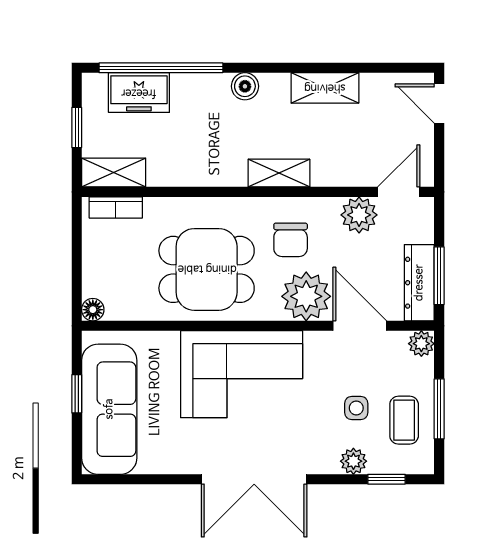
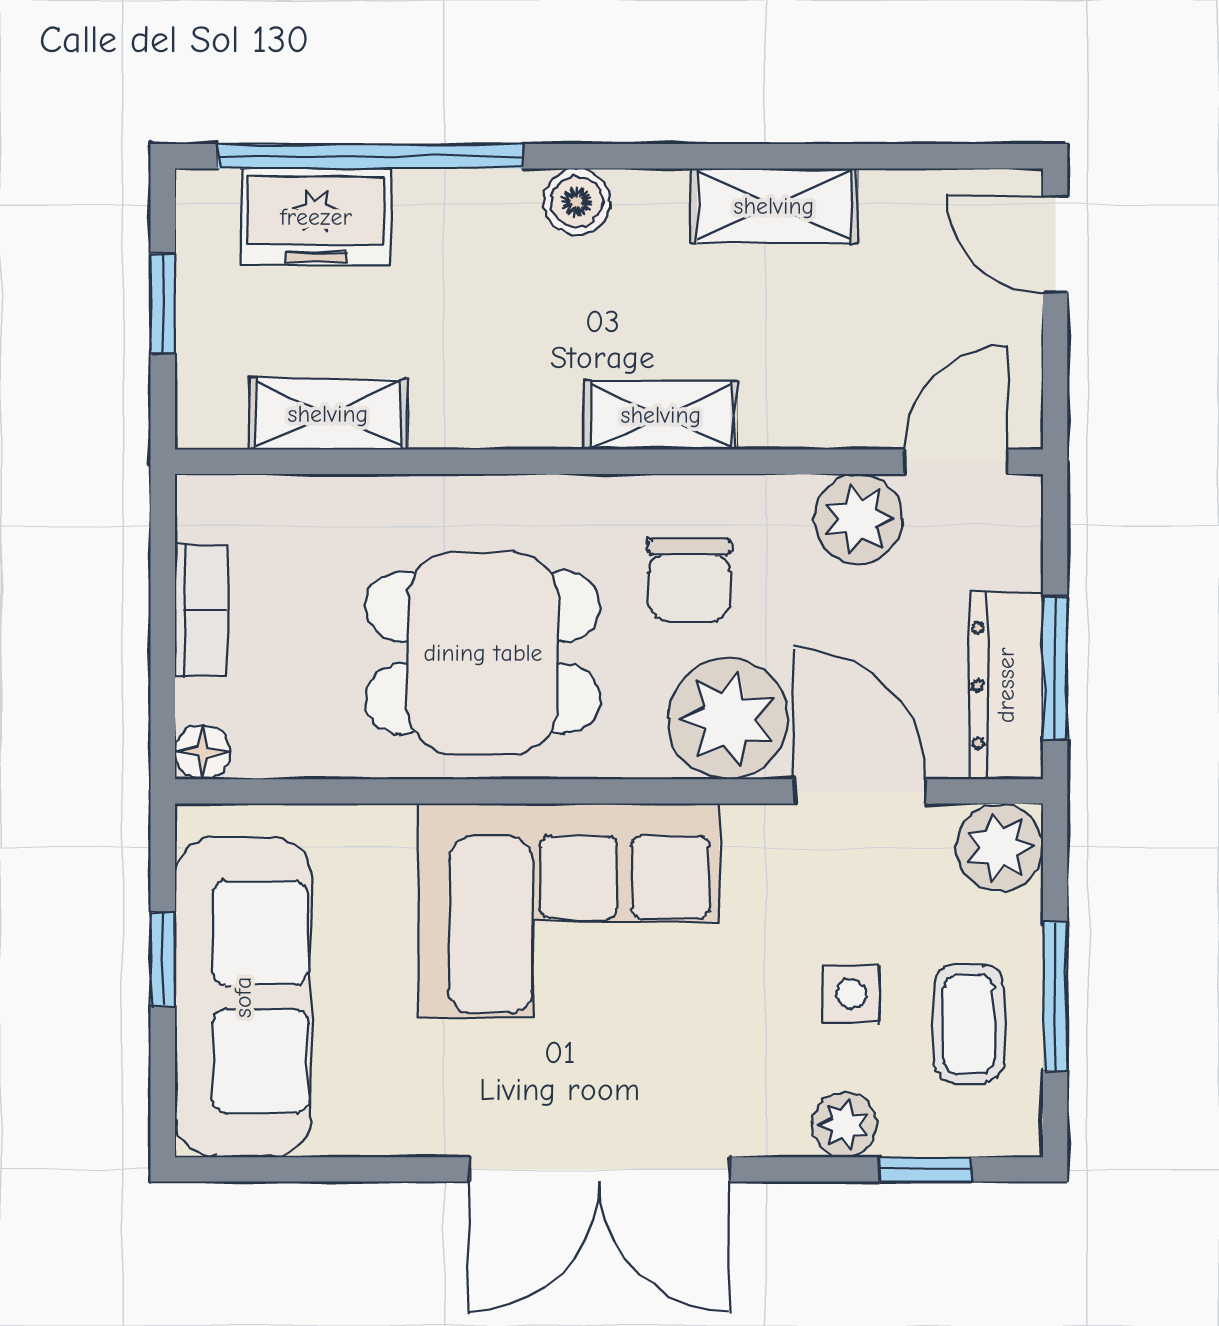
shelving: (114, 173) -> (328, 414), moved
bookcase: (116, 207) -> (201, 610), moved, turned -90
plant: (421, 344) -> (999, 847), width x1.38, depth x1.38

